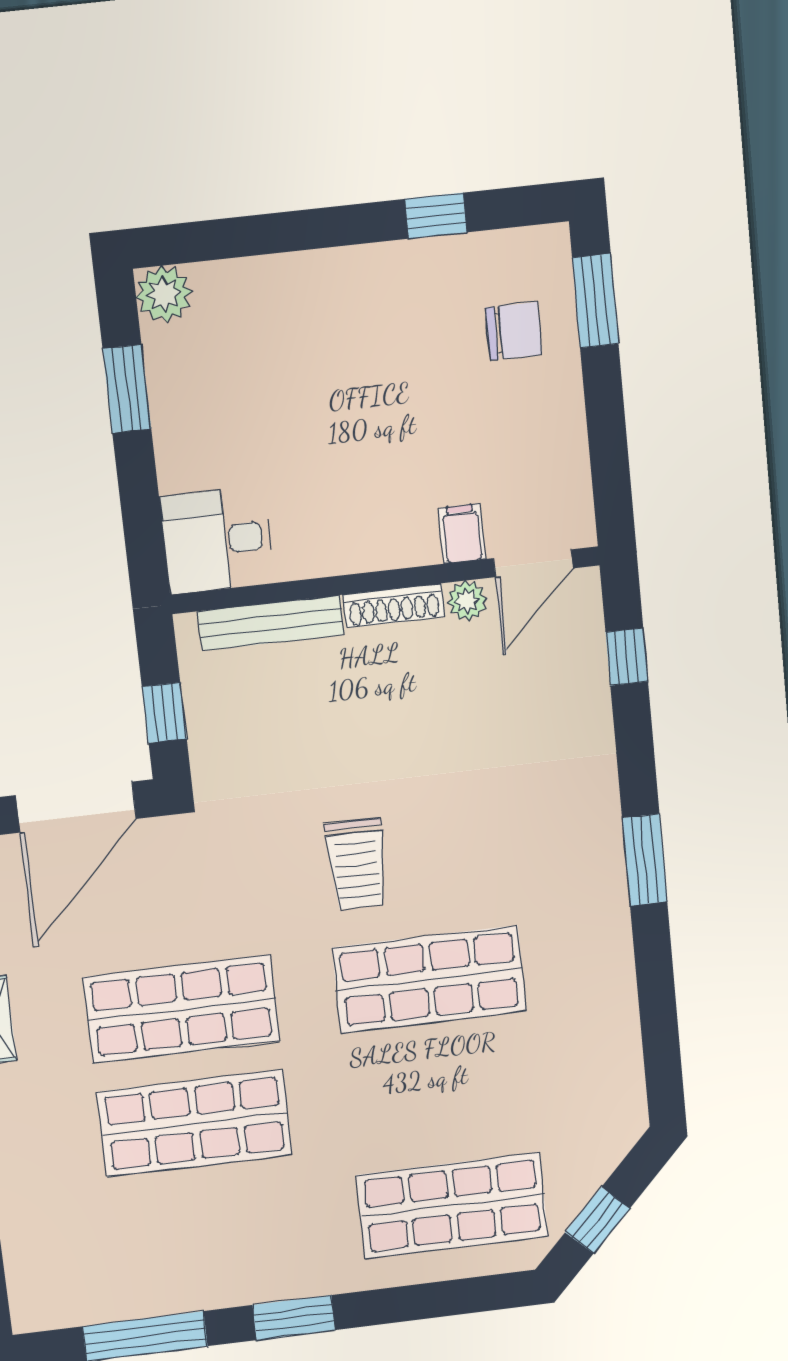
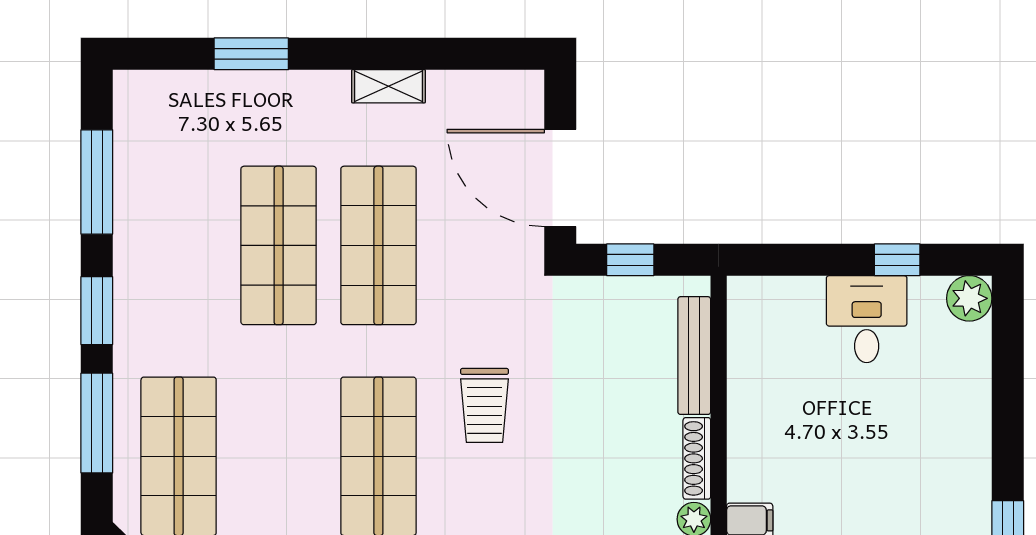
window: (127, 389) -> (897, 260), width x0.67
desk: (217, 540) -> (867, 319), moved
trolley: (357, 864) -> (484, 405), turned -90
window: (423, 1301) -> (97, 423), added

